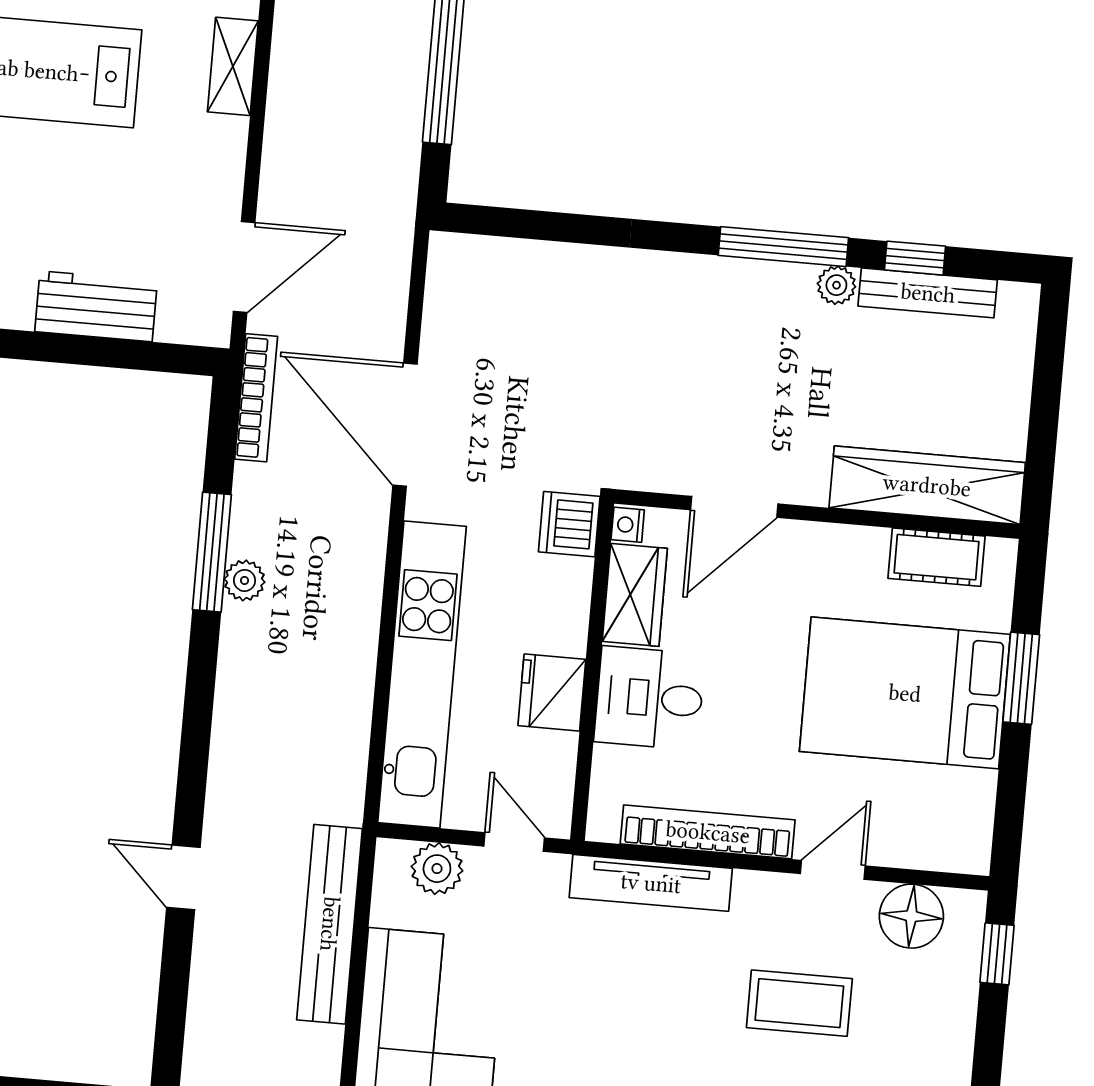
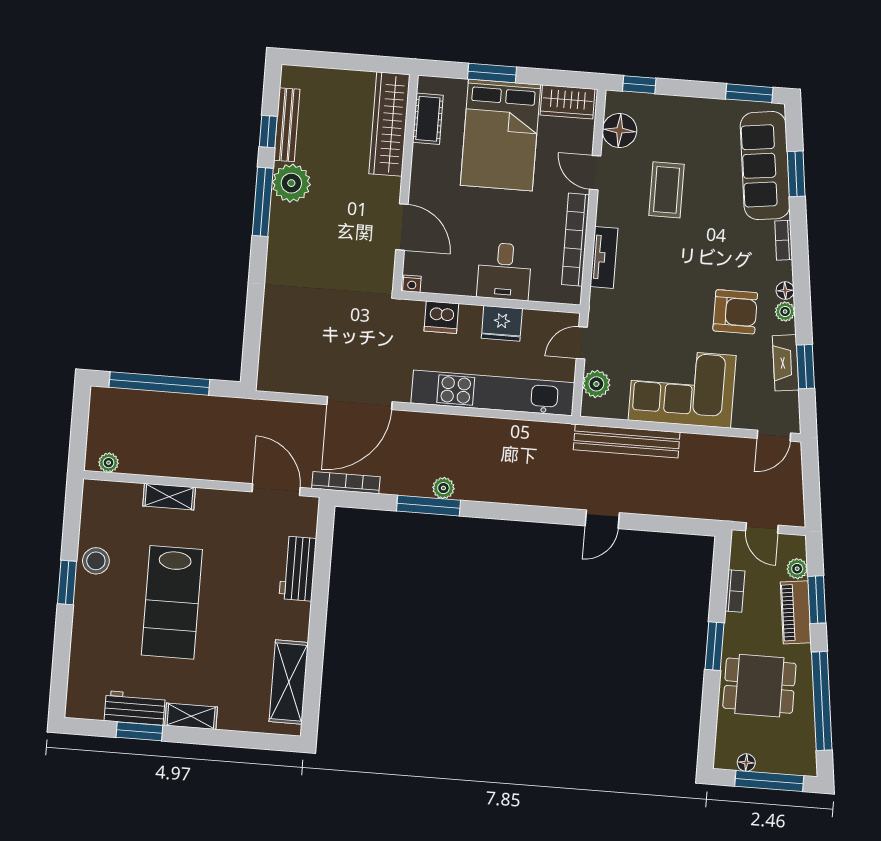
plant: (836, 285) -> (291, 183), width x1.87, depth x1.87
dishwasher: (569, 524) -> (441, 317), moved
wardrobe: (635, 595) -> (568, 102), moved, turned 180
tv unit: (651, 883) -> (604, 257), width x0.71

